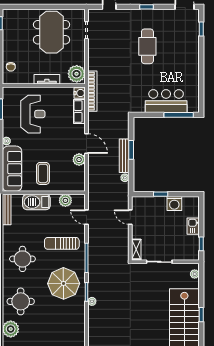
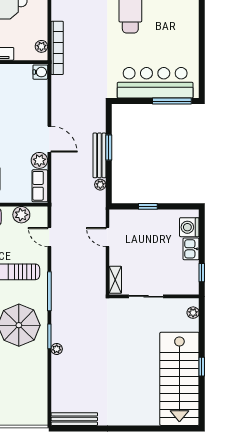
plant: (77, 74) -> (41, 46), width x0.53, depth x0.53
bookcase: (92, 91) -> (57, 48), moved
bar counter: (166, 101) -> (155, 83), width x1.36
row of seats: (79, 111) -> (40, 186), moved
washing machine: (174, 204) -> (189, 227), moved, turned 90

